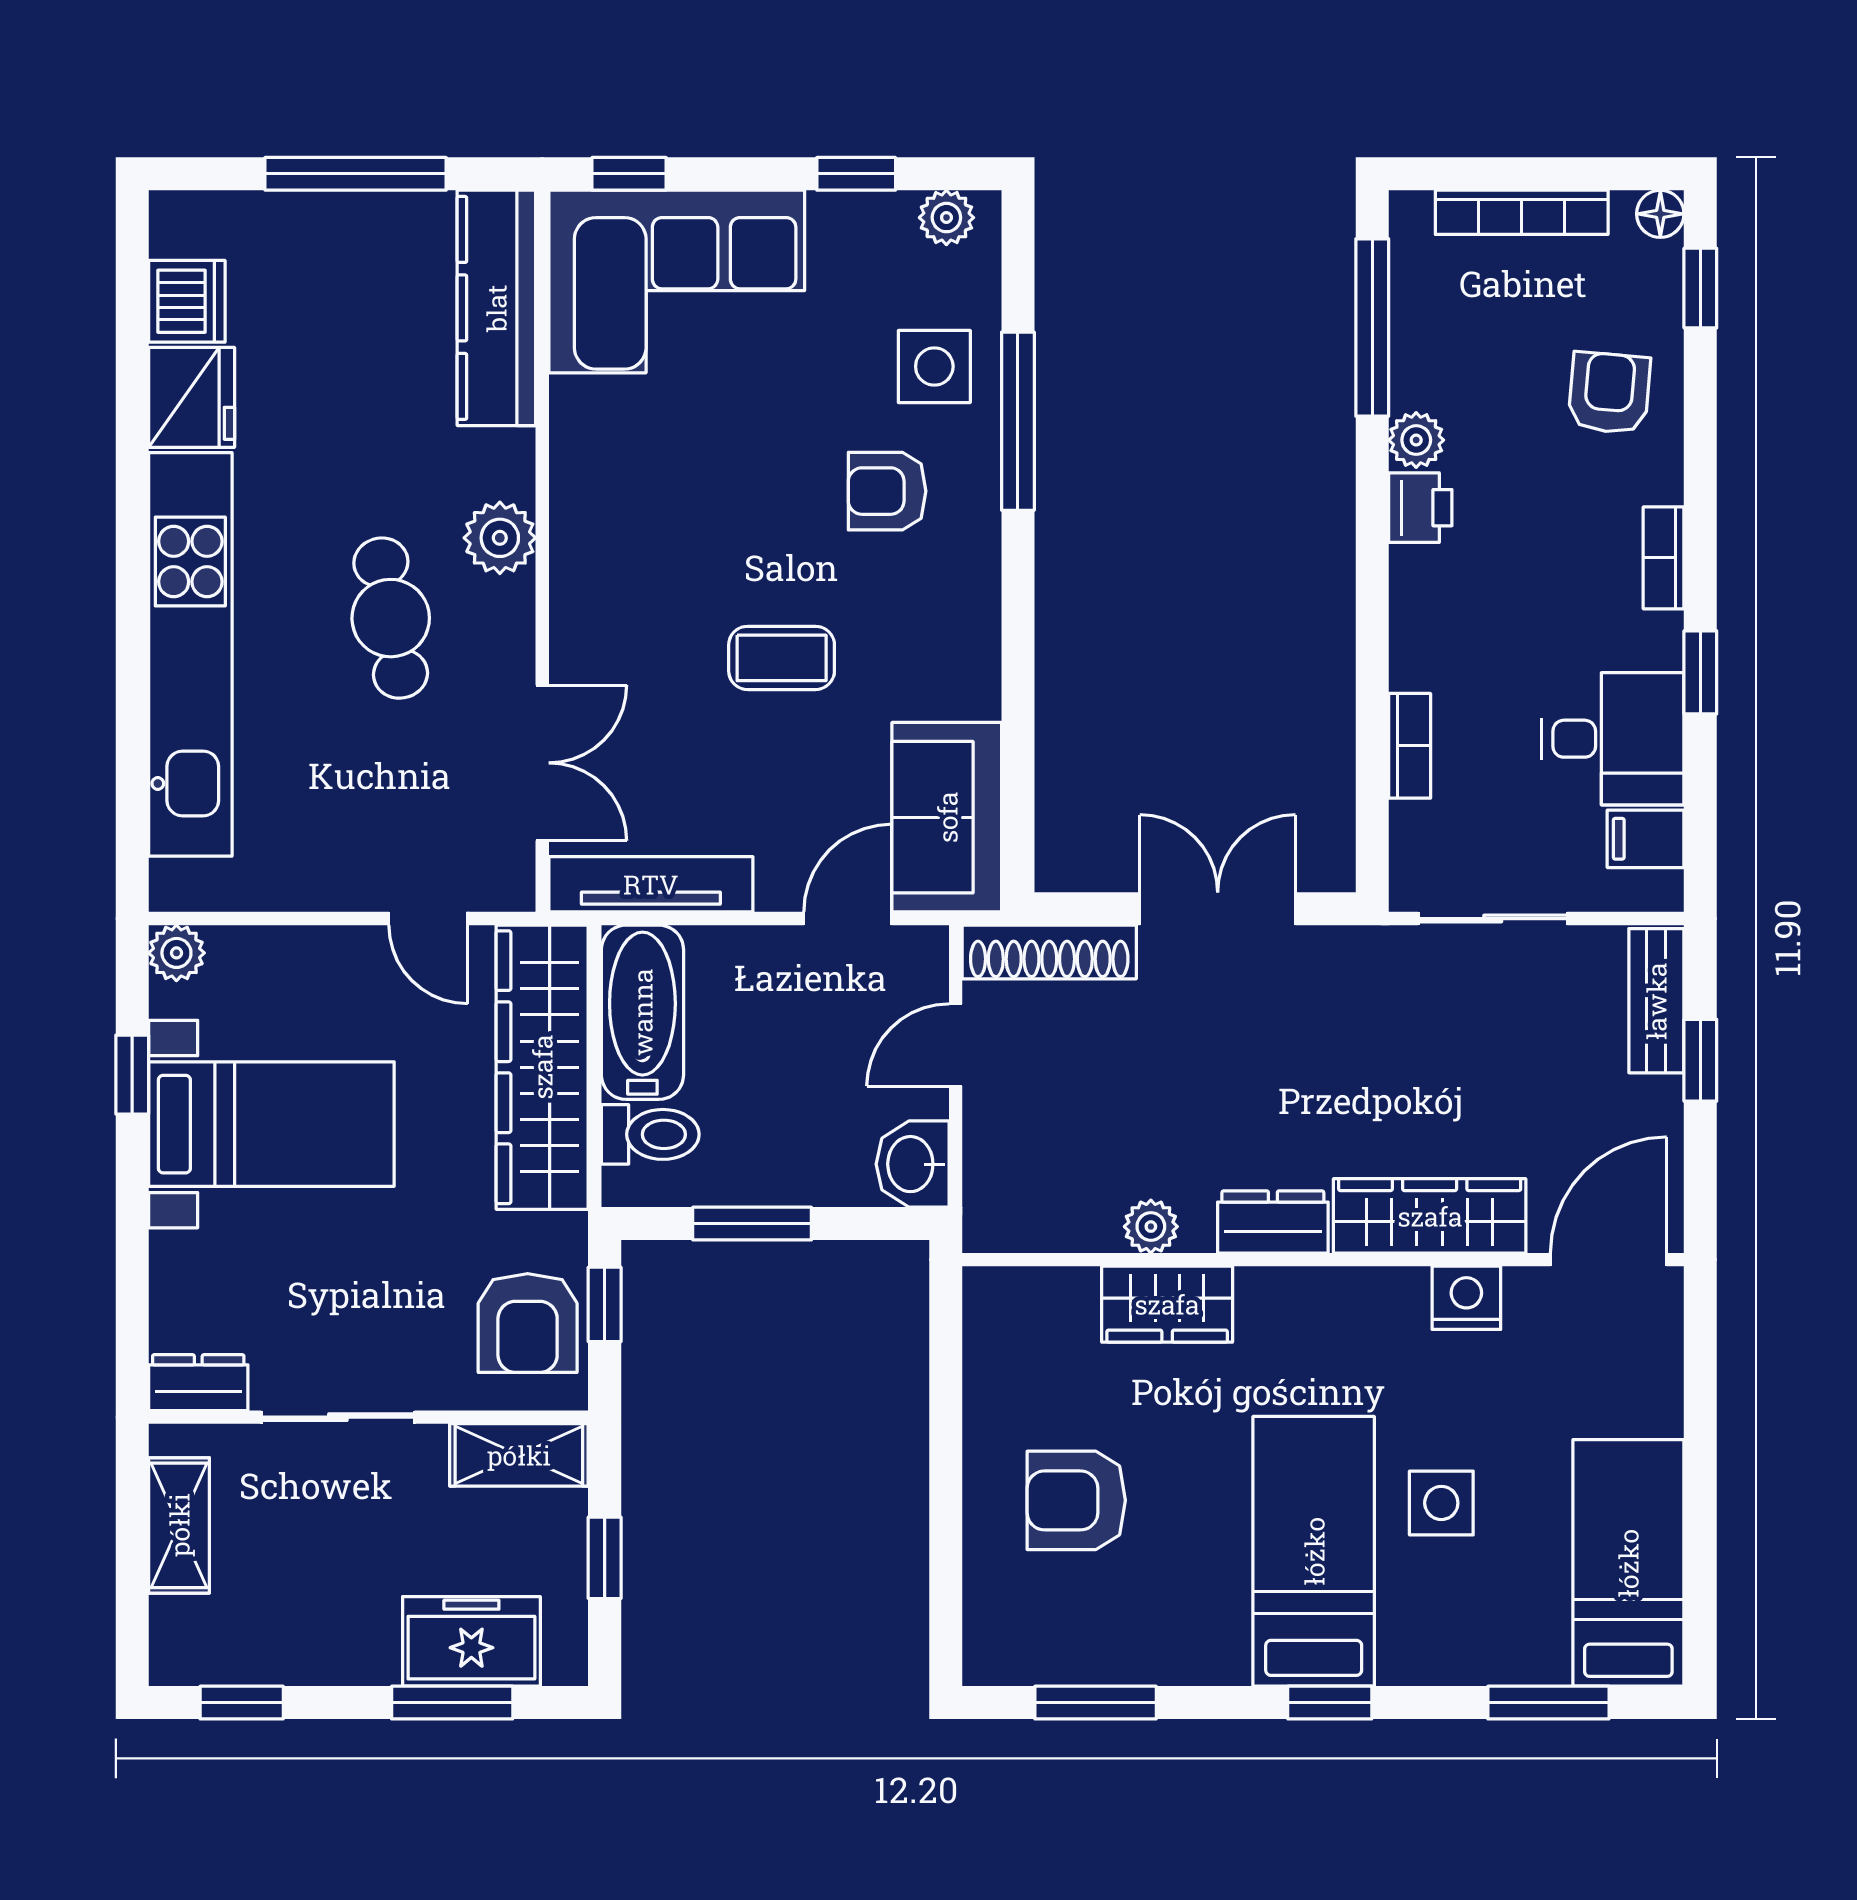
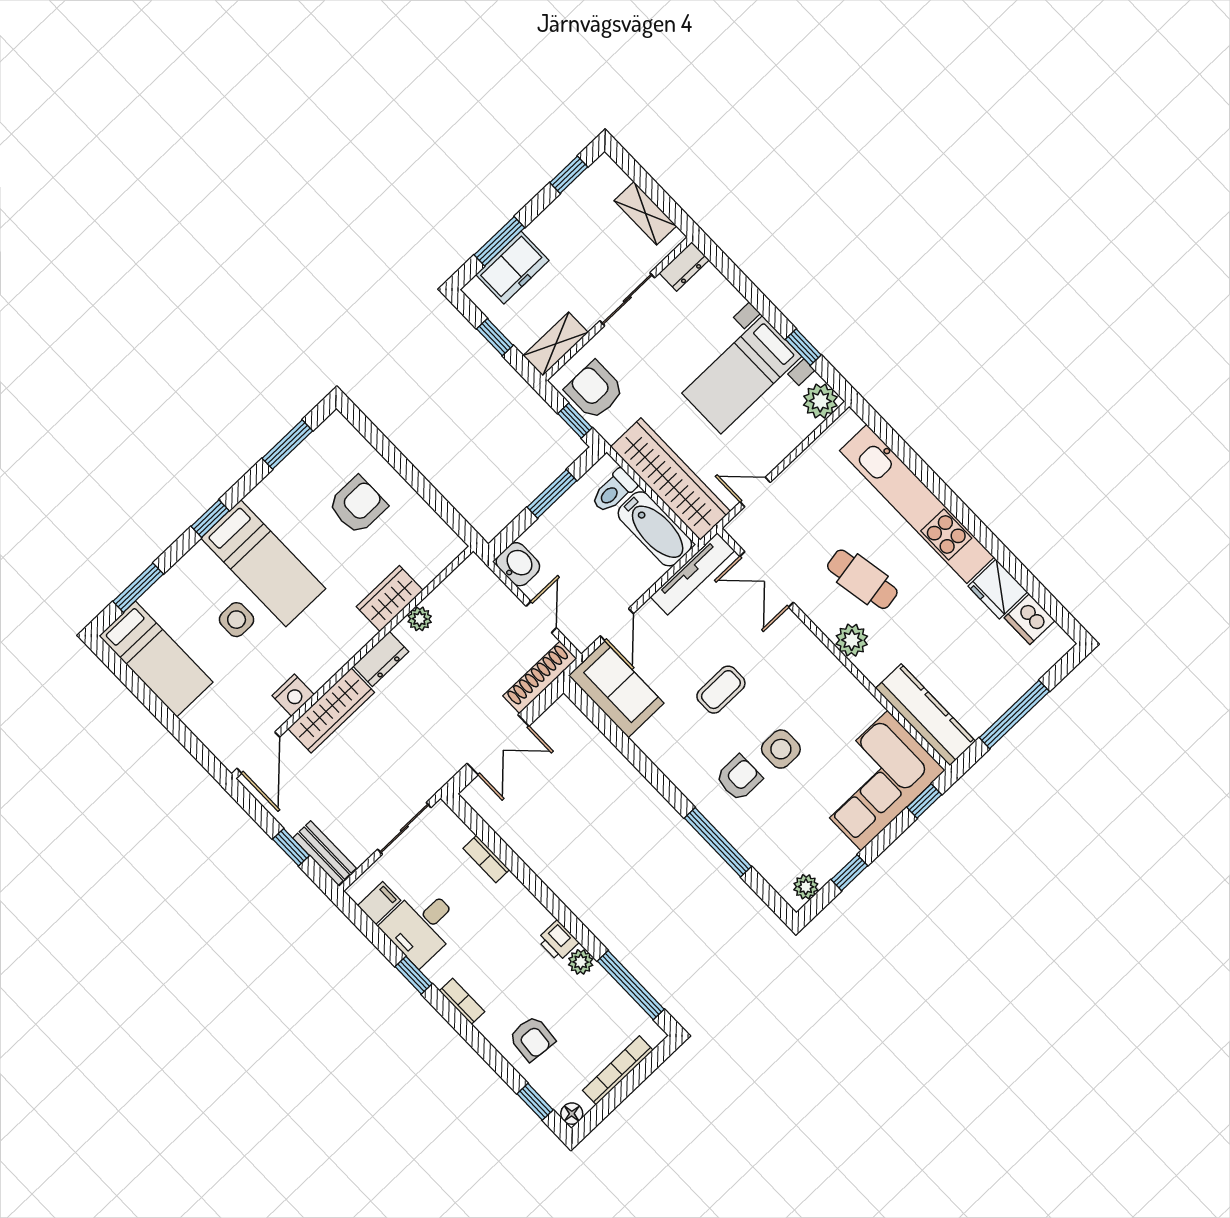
side table: (934, 366) -> (781, 749), moved
plant: (176, 953) -> (820, 401), width x1.38, depth x1.38

